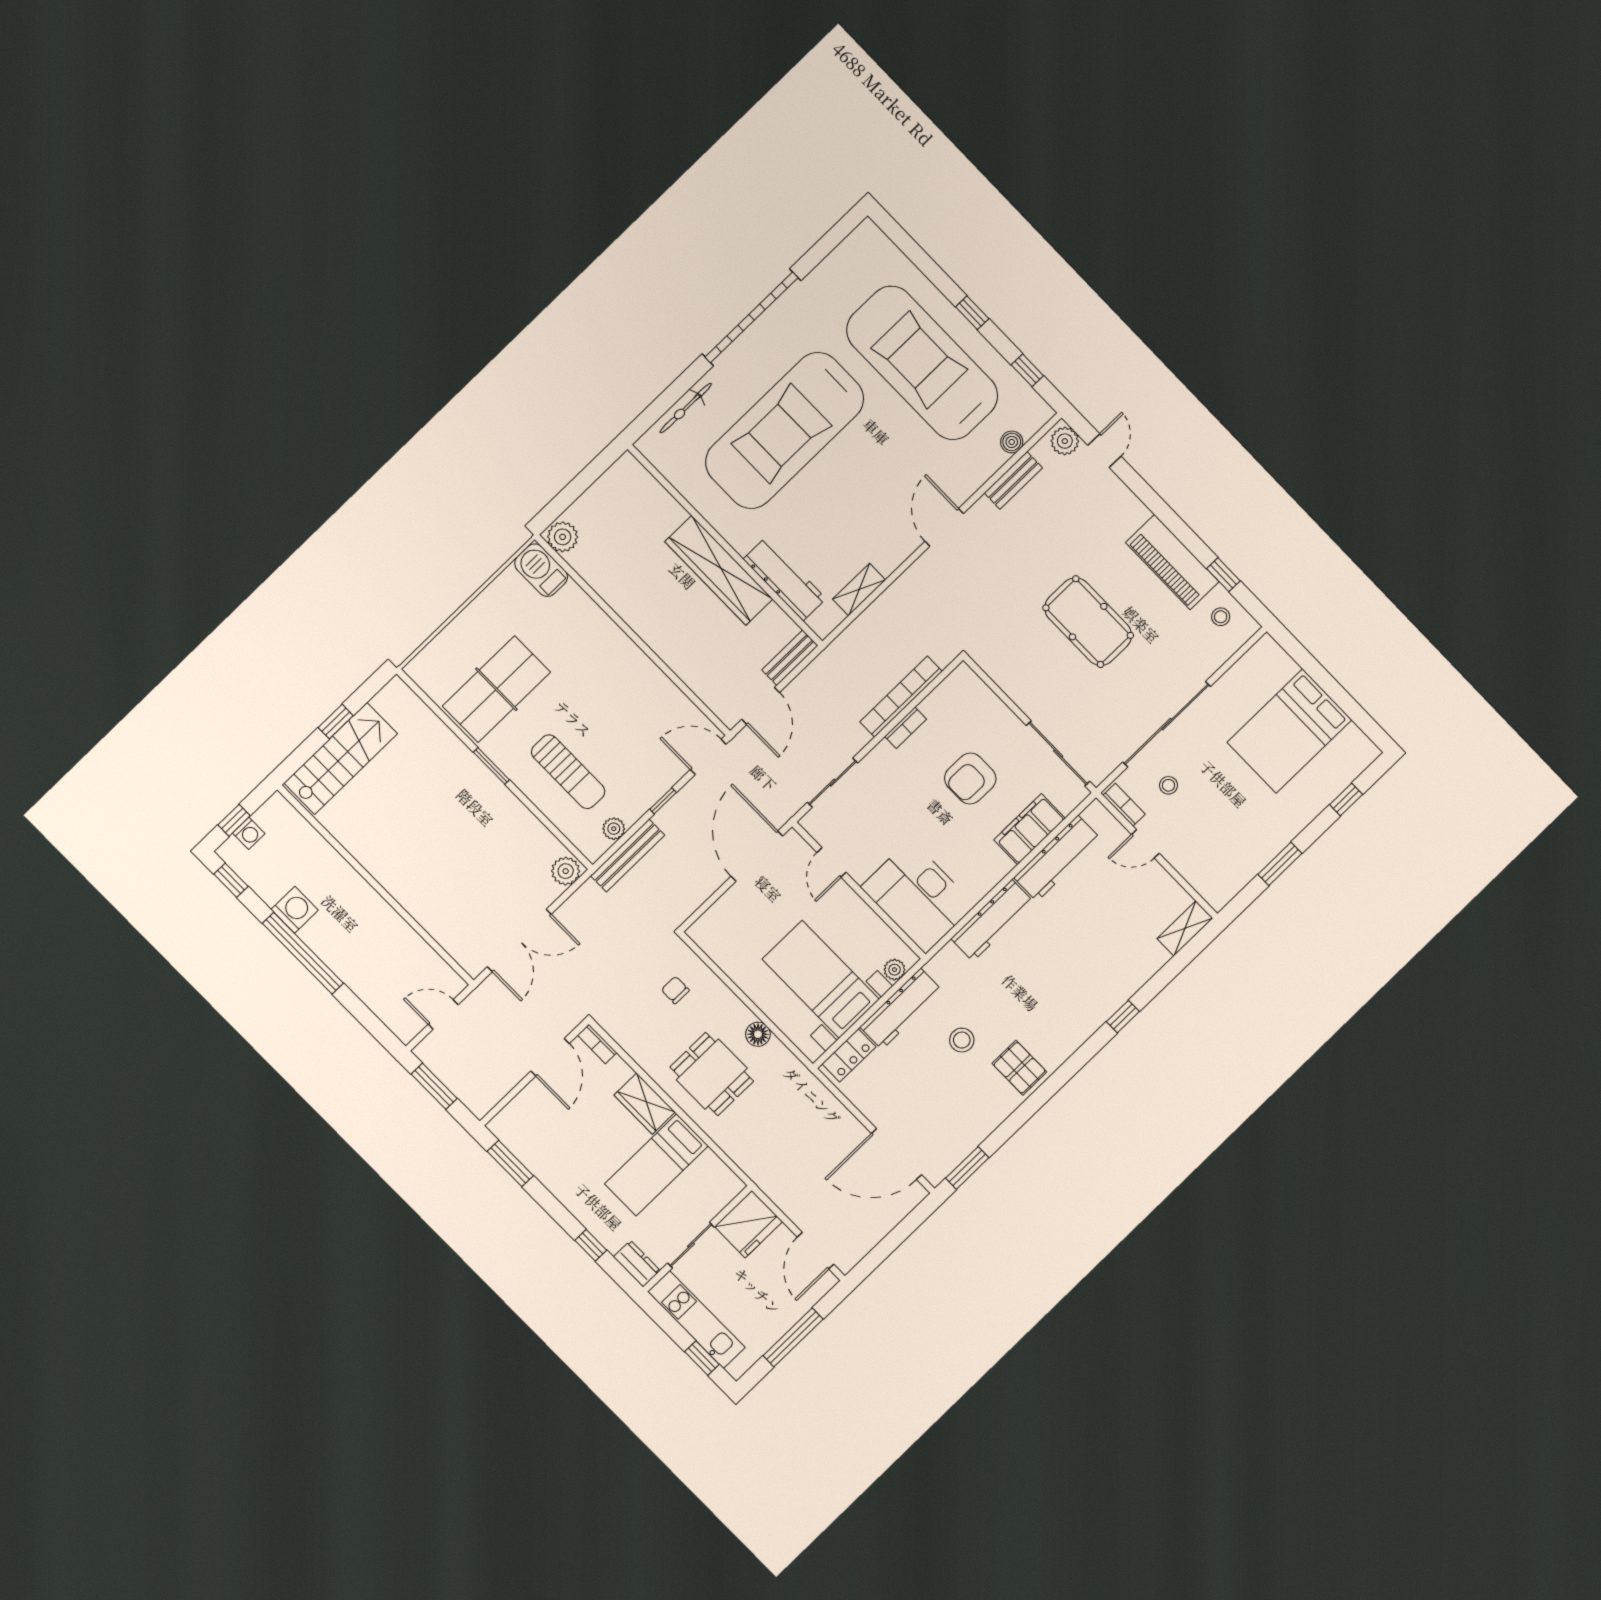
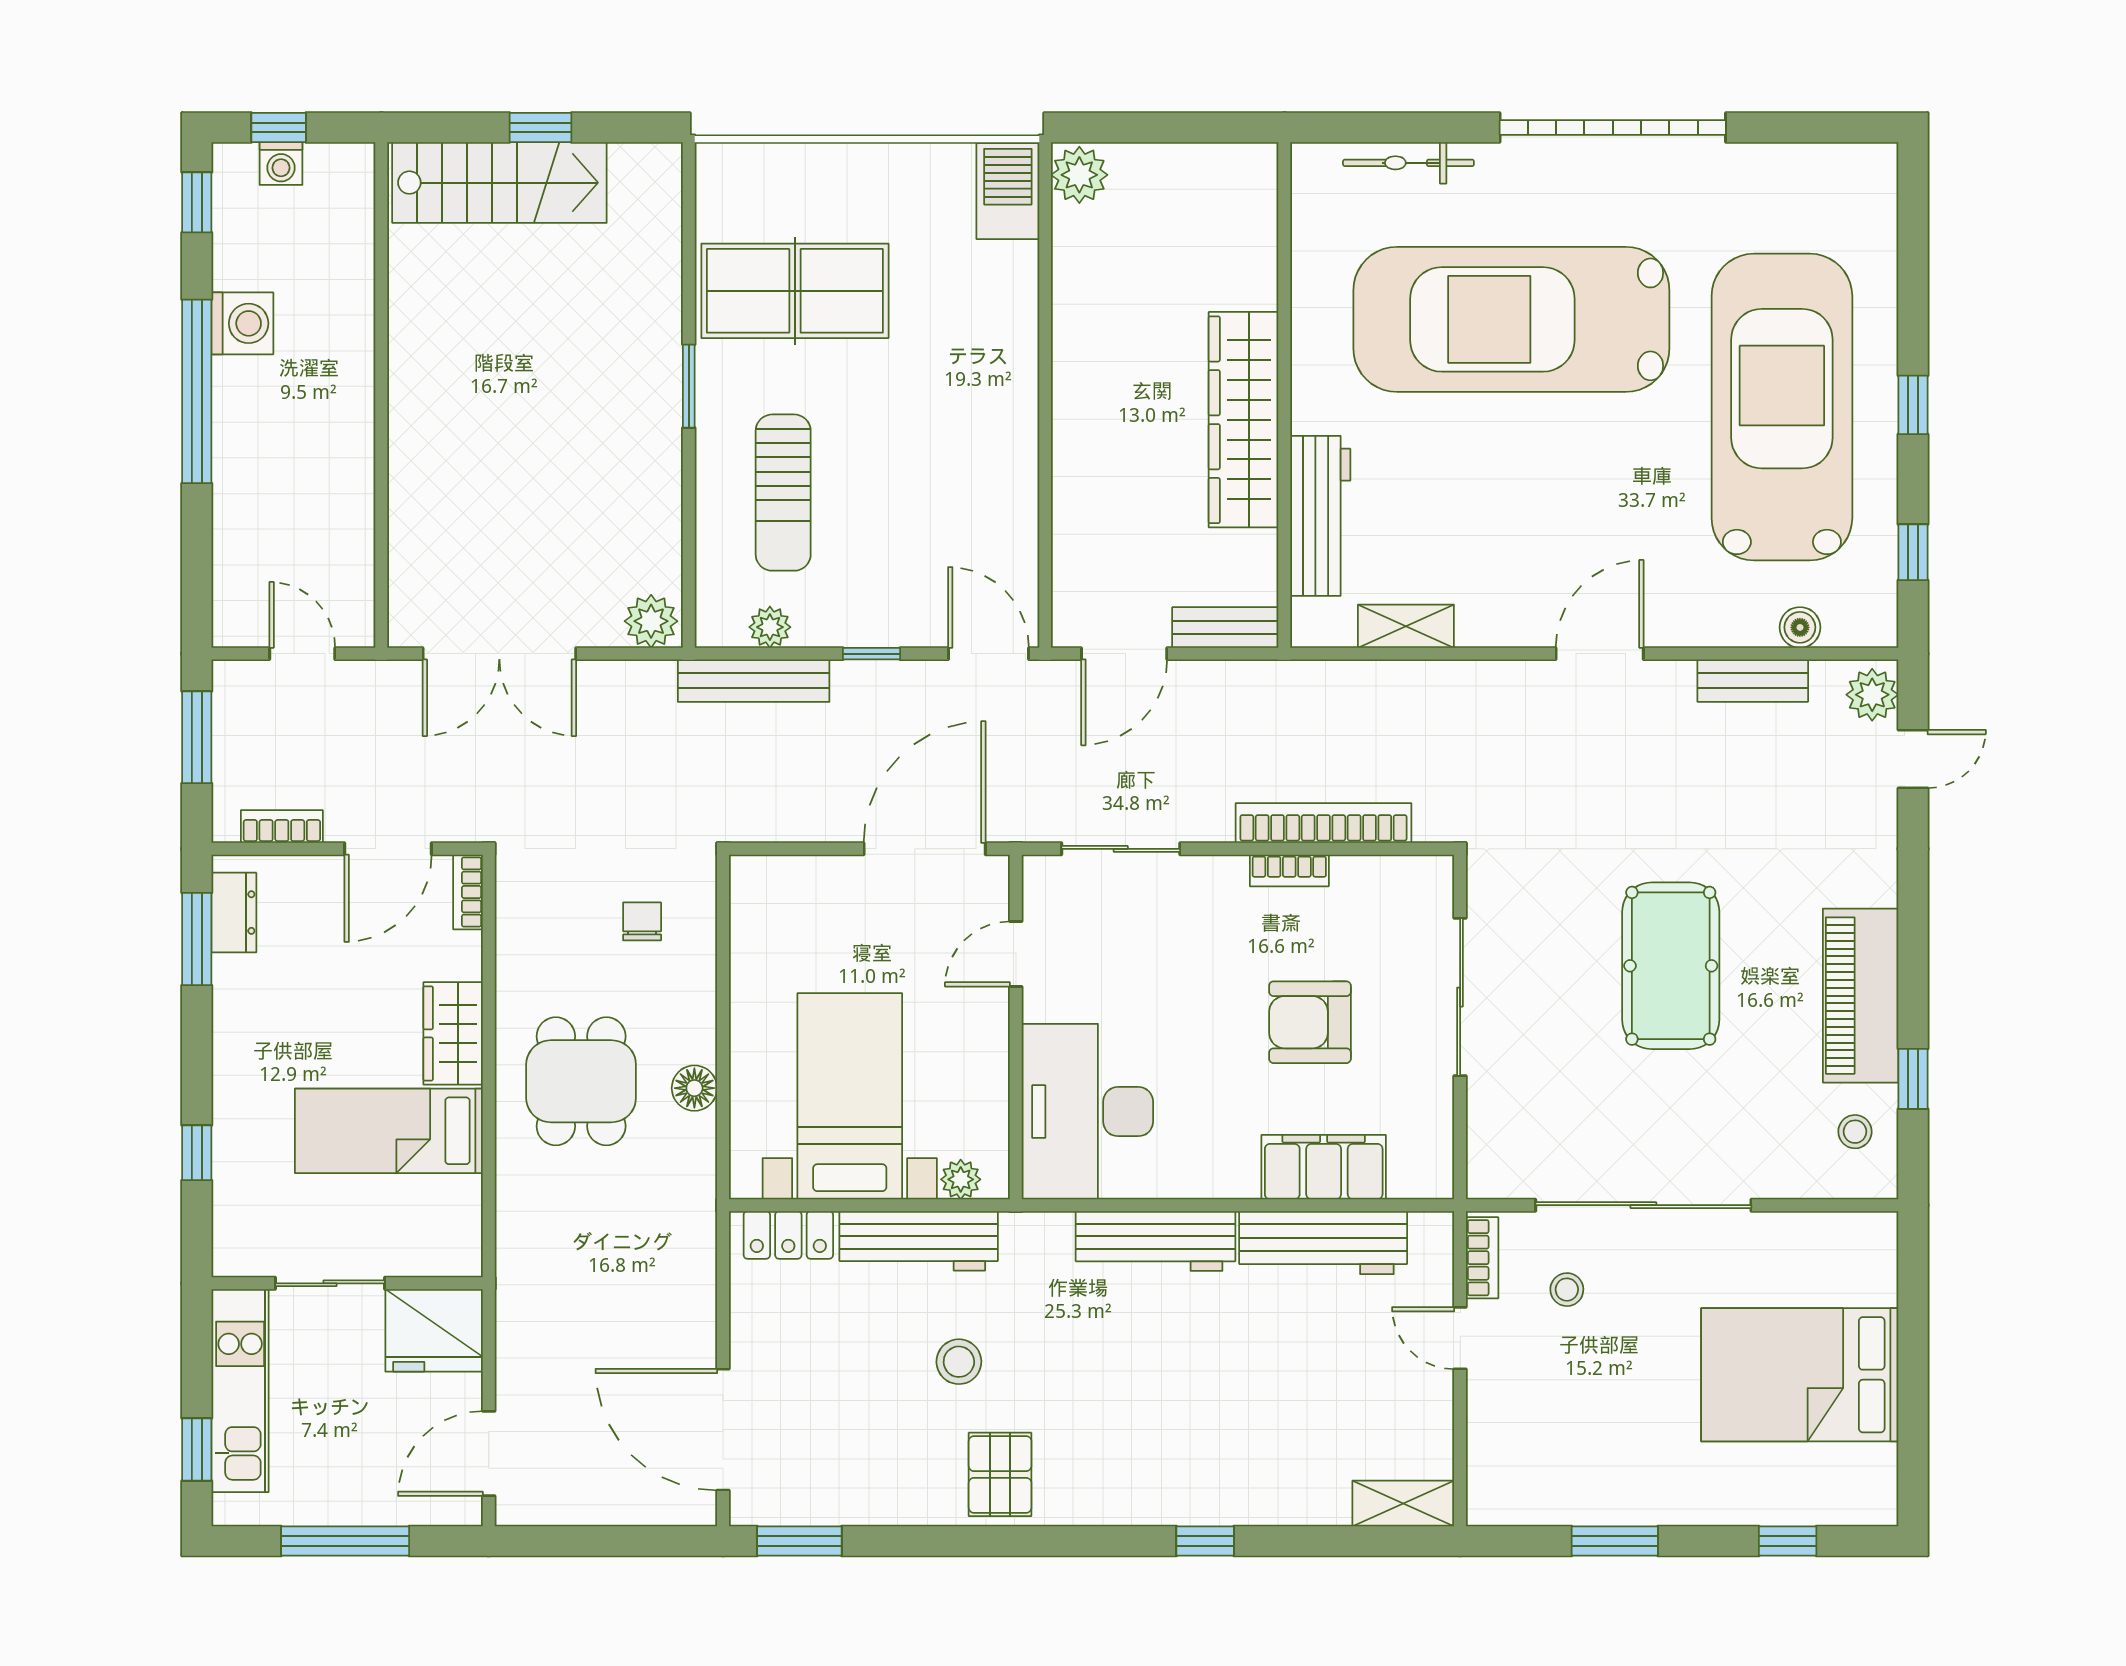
sliding door: (1058, 753) -> (1460, 997), moved
bookcase: (501, 1089) -> (282, 827), added
dresser: (637, 1264) -> (234, 913), moved

